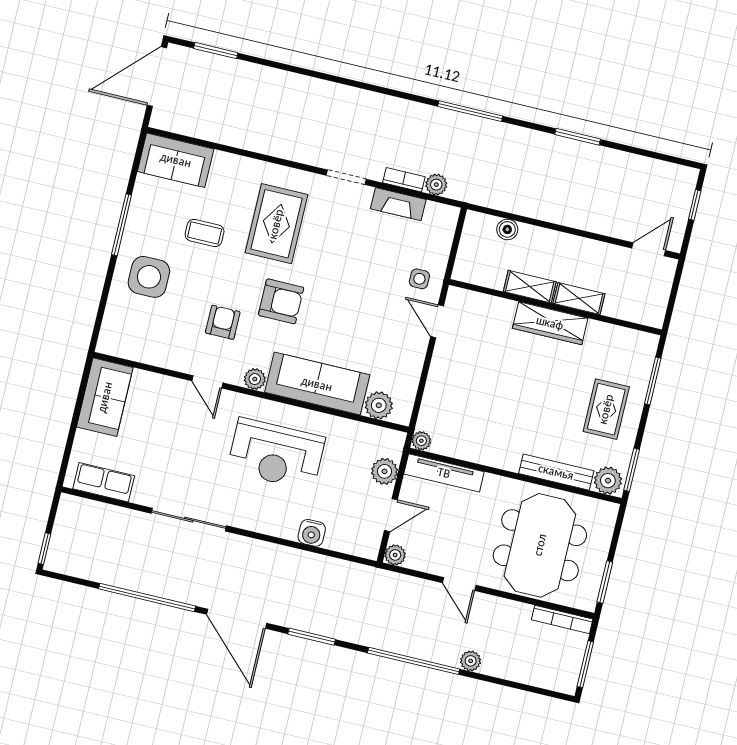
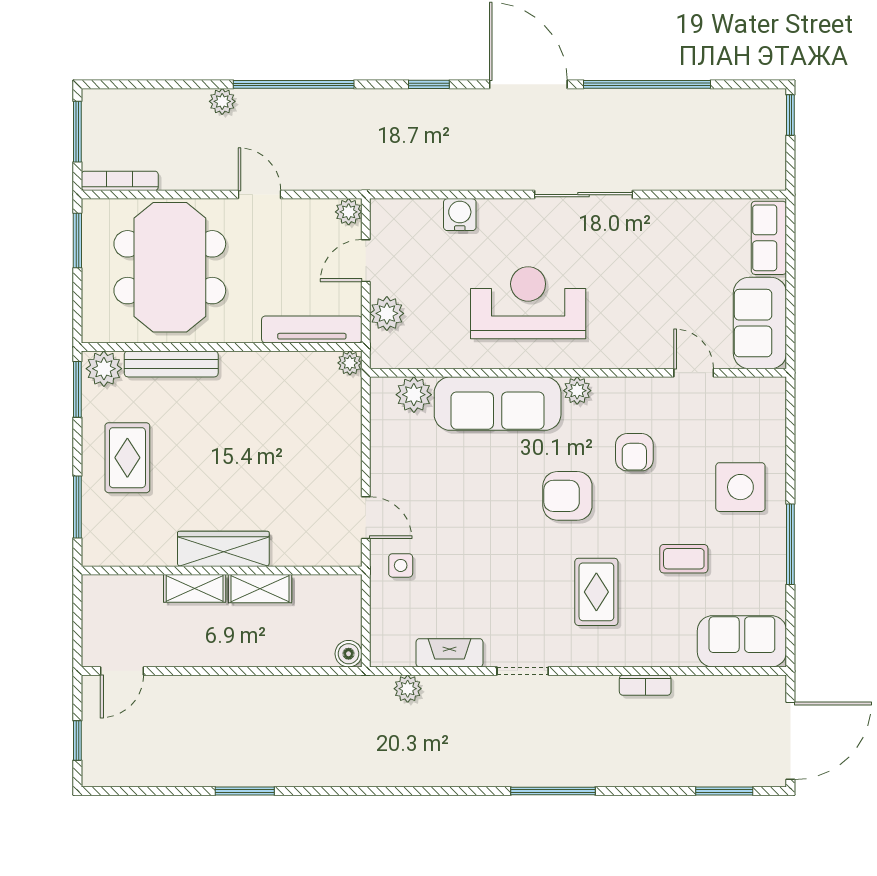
window: (470, 111) -> (553, 791), moved
bookcase: (404, 180) -> (645, 685), moved
rug: (276, 224) -> (596, 592), width x0.73, depth x0.70
boiler: (507, 229) -> (349, 654), moved
door: (207, 382) -> (694, 373), moved
row of seats: (104, 482) -> (769, 238), moved, turned 90
sliding door: (189, 520) -> (584, 195), moved
window: (312, 637) -> (429, 84), width x0.67

